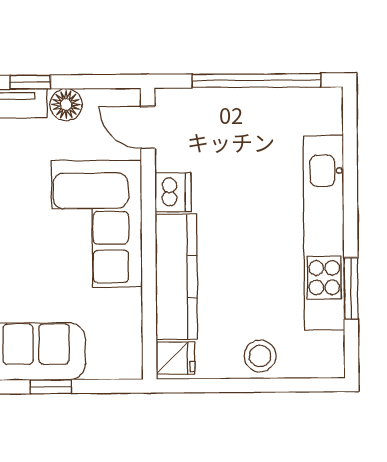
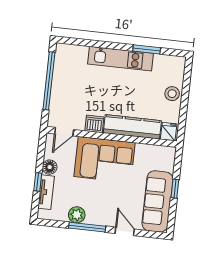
kitchen unit: (324, 233) -> (120, 59), width x0.73

